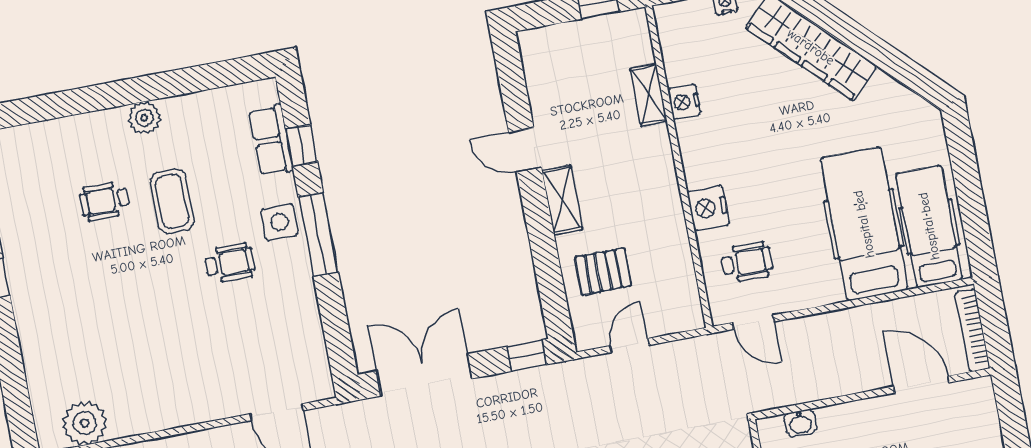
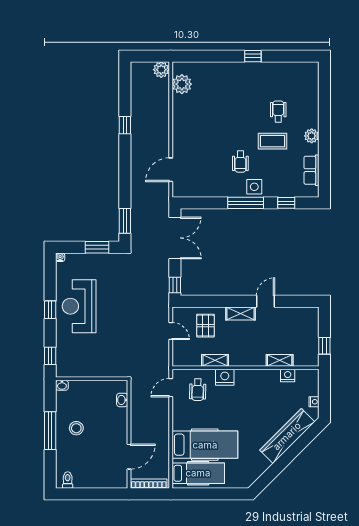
nightstand: (684, 102) -> (288, 376), moved
row of seats: (271, 140) -> (311, 170), moved, turned -90
shelving: (675, 236) -> (215, 360), added

